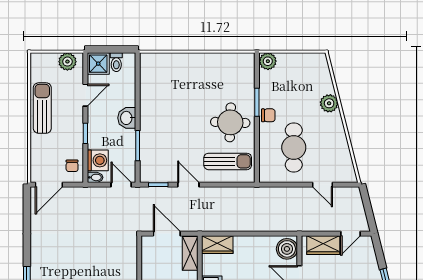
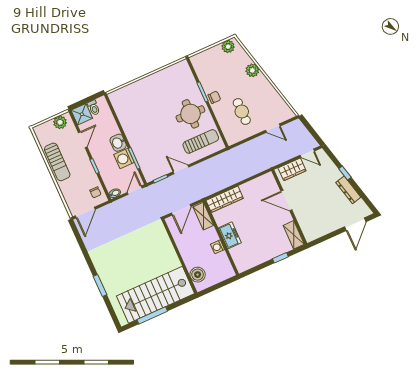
plant: (268, 61) -> (228, 47), moved
sun lounger: (42, 108) -> (57, 162), turned 180
cafe table: (294, 147) -> (242, 111), width x0.73, depth x0.74
washing machine: (98, 160) -> (124, 158), moved, turned 180
door: (121, 185) -> (135, 190), hinge flipped
door: (167, 234) -> (181, 210), swing flipped
door: (351, 234) -> (307, 153), hinge flipped
wardrobe: (217, 245) -> (225, 199), width x1.50
boiler: (287, 249) -> (268, 183), removed

